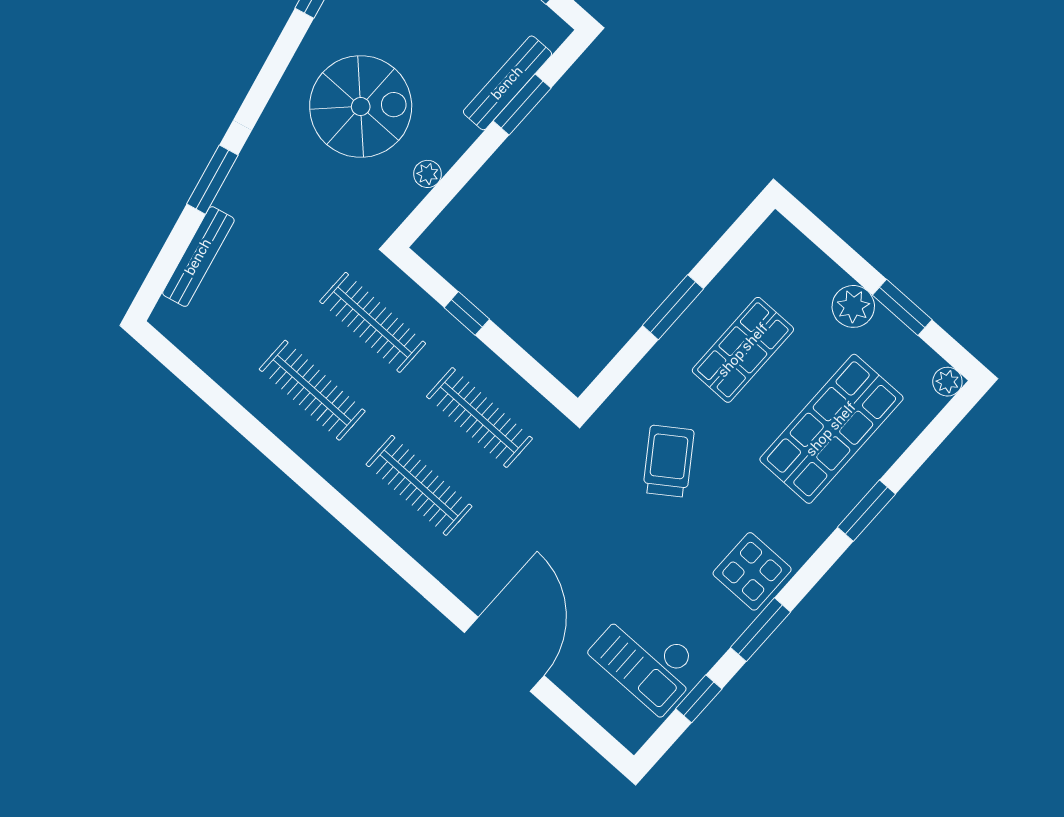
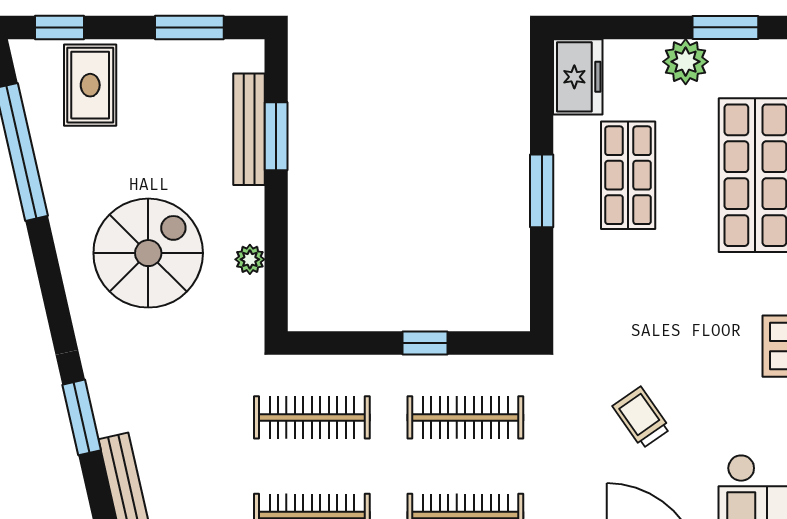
freezer: (769, 250) -> (578, 77), added
window: (467, 313) -> (425, 343), moved
trolley: (668, 461) -> (641, 418), moved, width x0.73, depth x0.72

